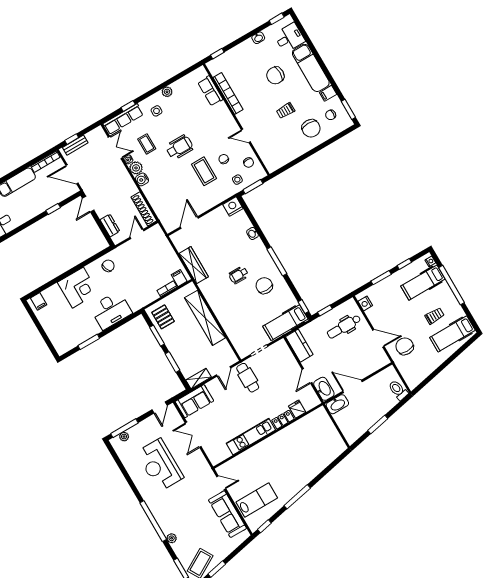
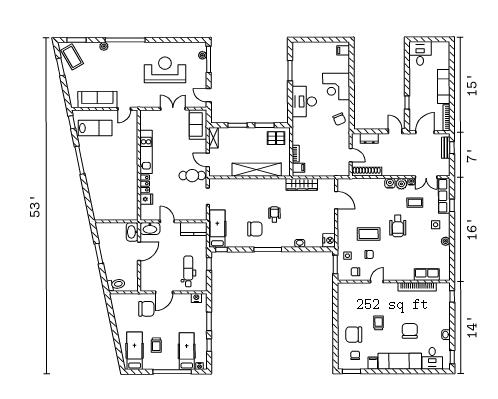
lab bench: (257, 500) -> (95, 128), turned -90

